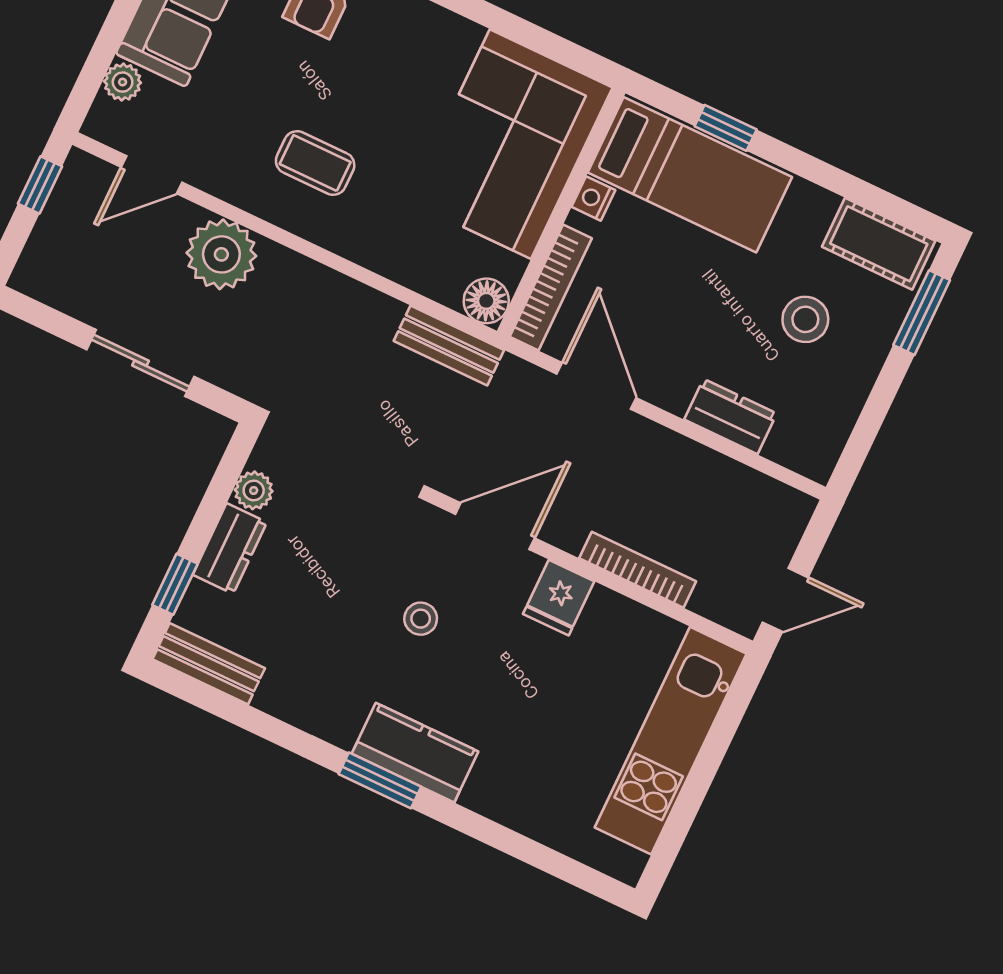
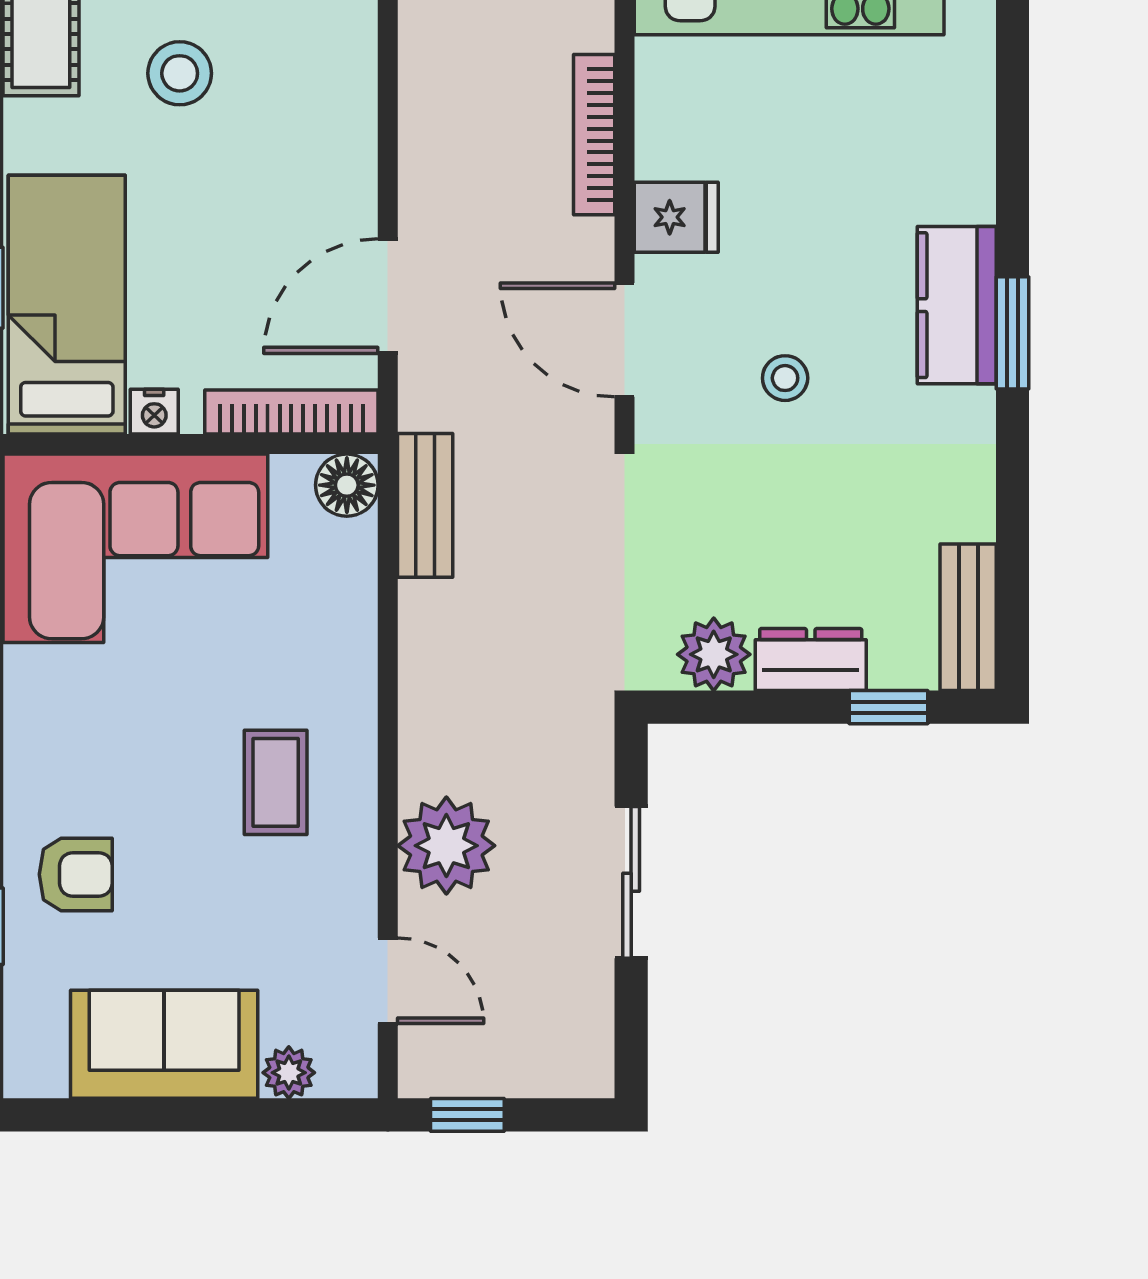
dresser: (731, 417) -> (346, 109), removed
plant: (254, 490) -> (714, 654), width x1.38, depth x1.38

